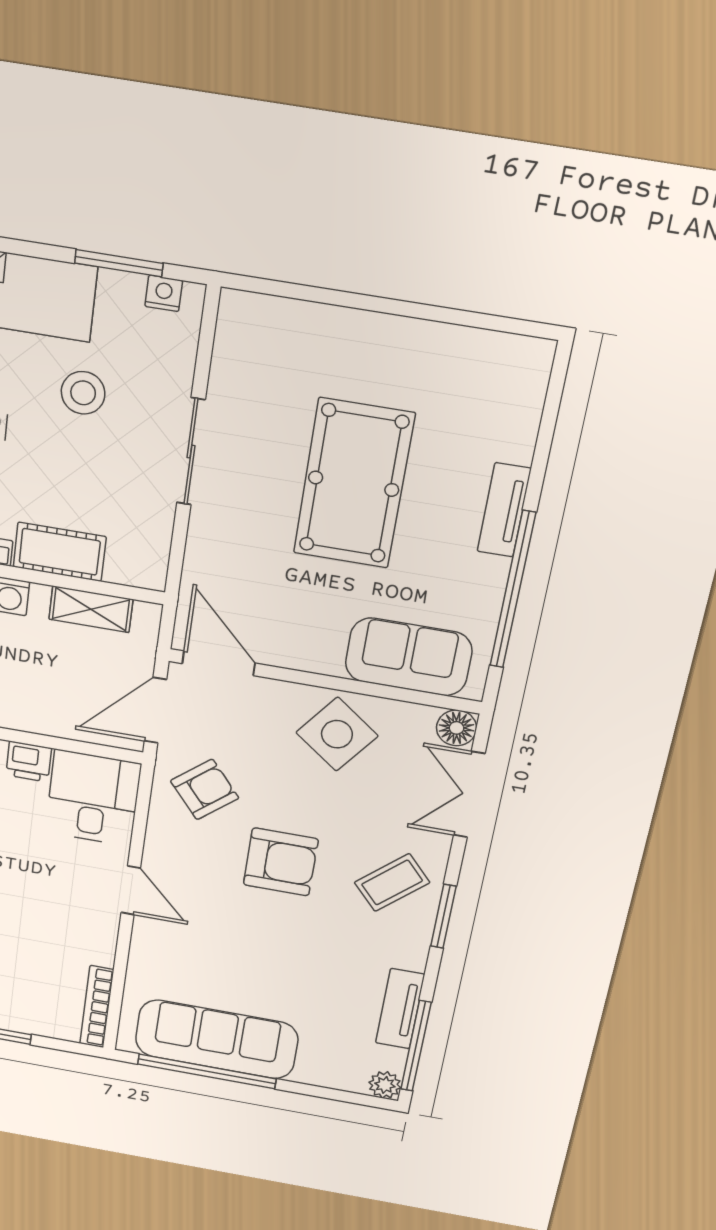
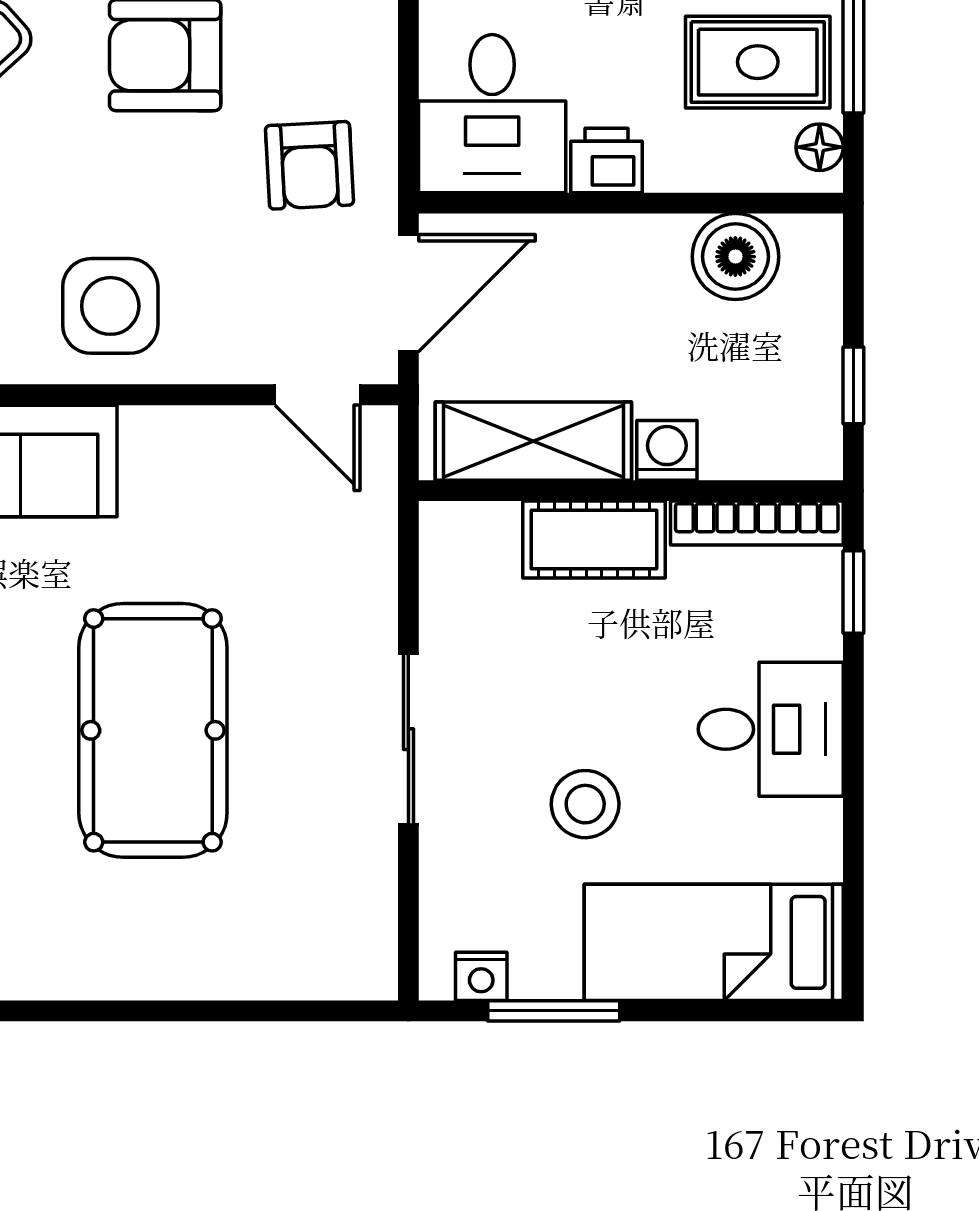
shelving: (91, 609) -> (533, 441), width x1.50, depth x1.33
door: (219, 663) -> (317, 395), width x0.73
side table: (337, 734) -> (110, 306), turned -37
armchair: (205, 789) -> (310, 165), turned -53

